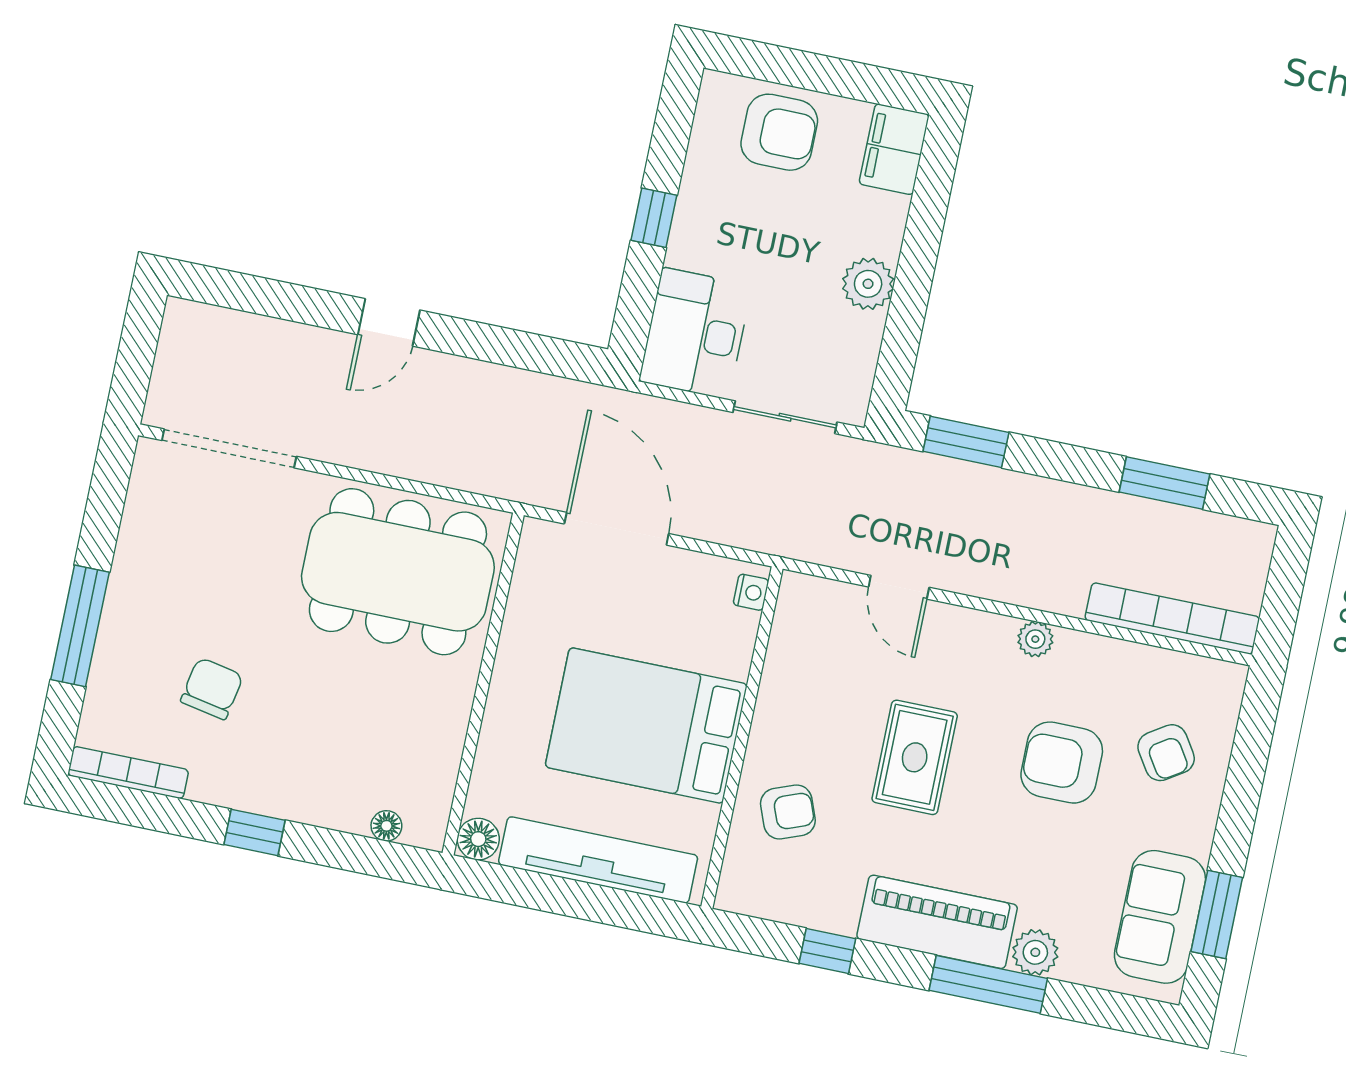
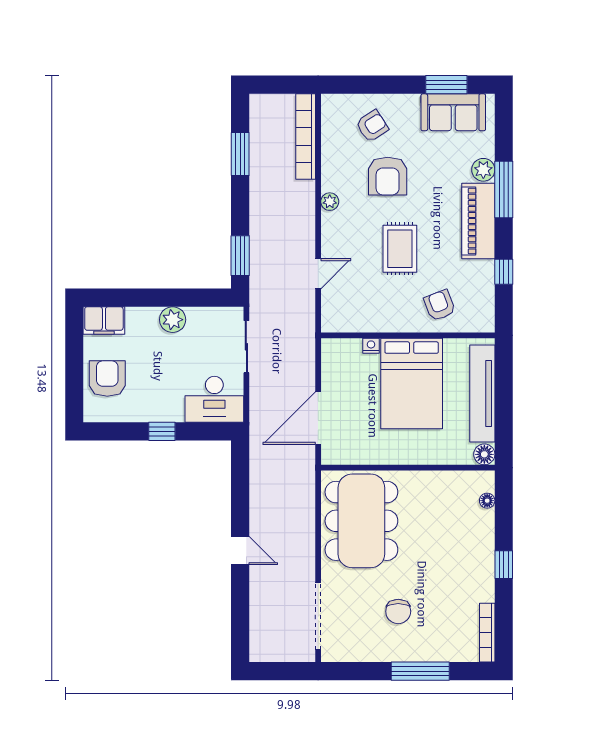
nightstand: (751, 592) -> (371, 346), moved
chair: (212, 689) -> (398, 611), moved, turned -101
rug: (915, 757) -> (400, 249), turned 90

